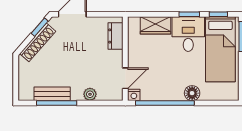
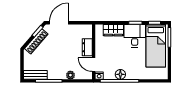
dresser: (115, 36) -> (87, 47), moved
door: (125, 78) -> (94, 65), swing flipped
floor lamp: (192, 93) -> (120, 74), moved
bench: (52, 94) -> (35, 75), moved

